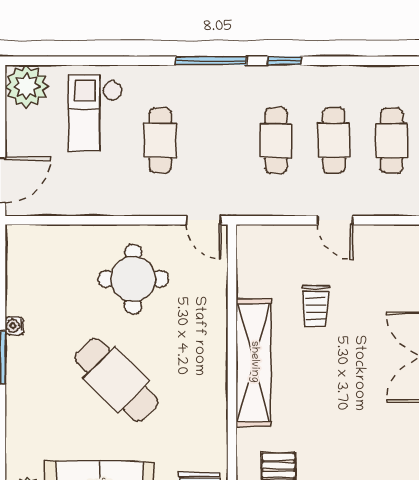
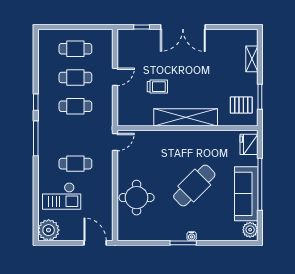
round table: (133, 279) -> (137, 198), moved
water cooler: (14, 326) -> (192, 236), moved

